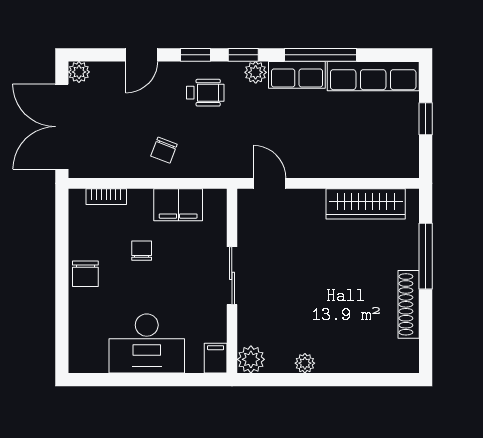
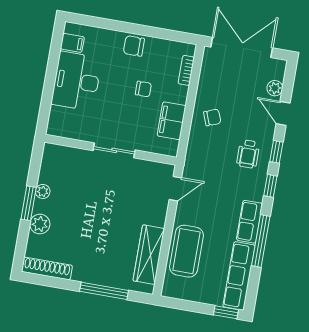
plant: (79, 72) -> (275, 88), moved
plant: (256, 72) -> (256, 192), removed
window: (426, 119) -> (226, 312), moved
chair: (164, 150) -> (212, 117), turned 138
coffee table: (352, 153) -> (186, 251), added
shoe rack: (409, 304) -> (47, 268), moved
filing cabinet: (216, 358) -> (72, 43), moved
plant: (251, 359) -> (40, 224), moved
window: (324, 380) -> (29, 203), added

